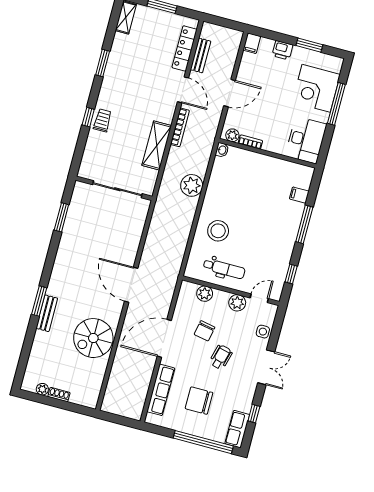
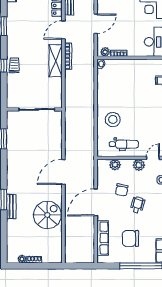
door: (183, 90) -> (63, 30), swing flipped
shelving: (157, 145) -> (56, 61), moved
plant: (192, 185) -> (87, 93), removed
door: (131, 285) -> (63, 172), hinge flipped
spiral stairs: (93, 338) -> (47, 215), turned 180

